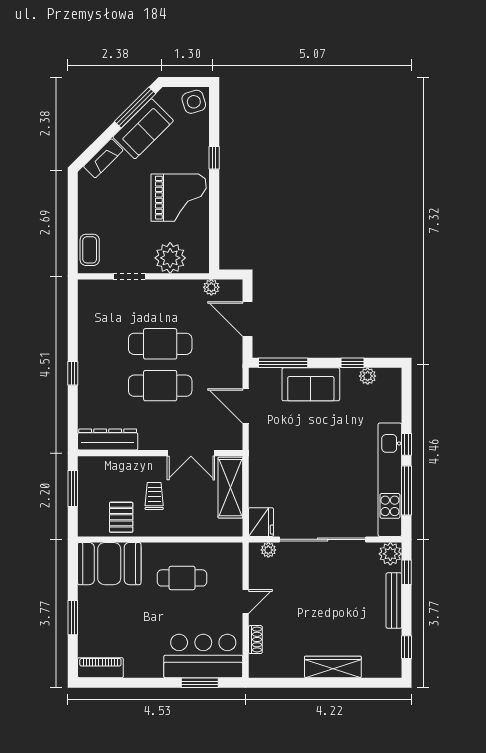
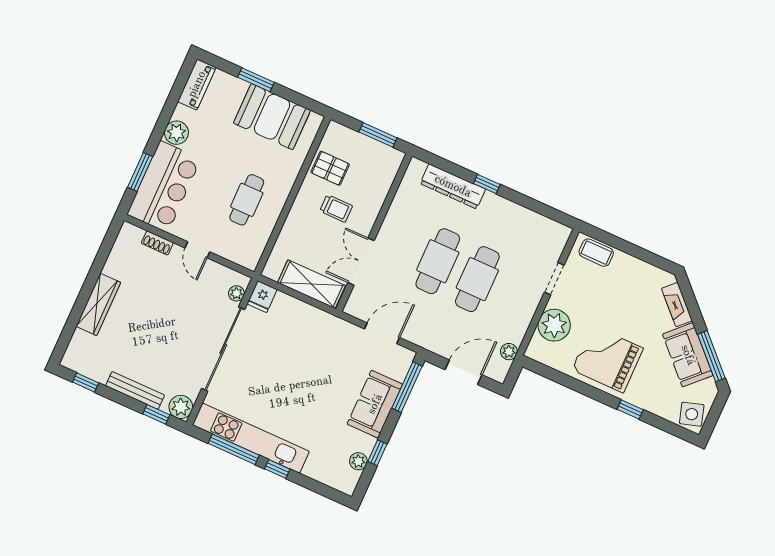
grand piano: (179, 198) -> (608, 359), turned 90
dresser: (108, 439) -> (453, 186), moved, turned 90
fridge: (261, 522) -> (262, 297), width x0.72
booth: (109, 564) -> (272, 117), moved, turned 90
plant: (151, 666) -> (176, 133), added

